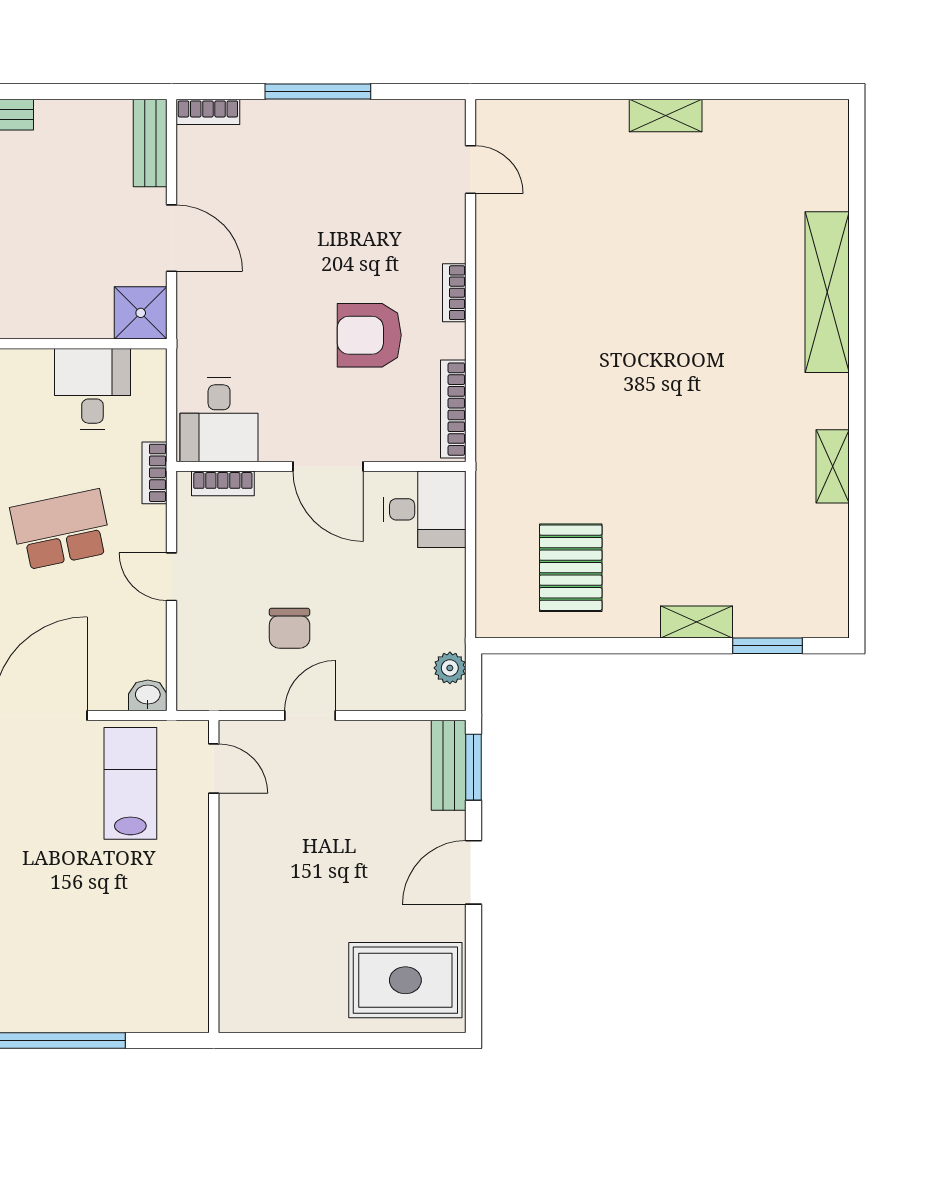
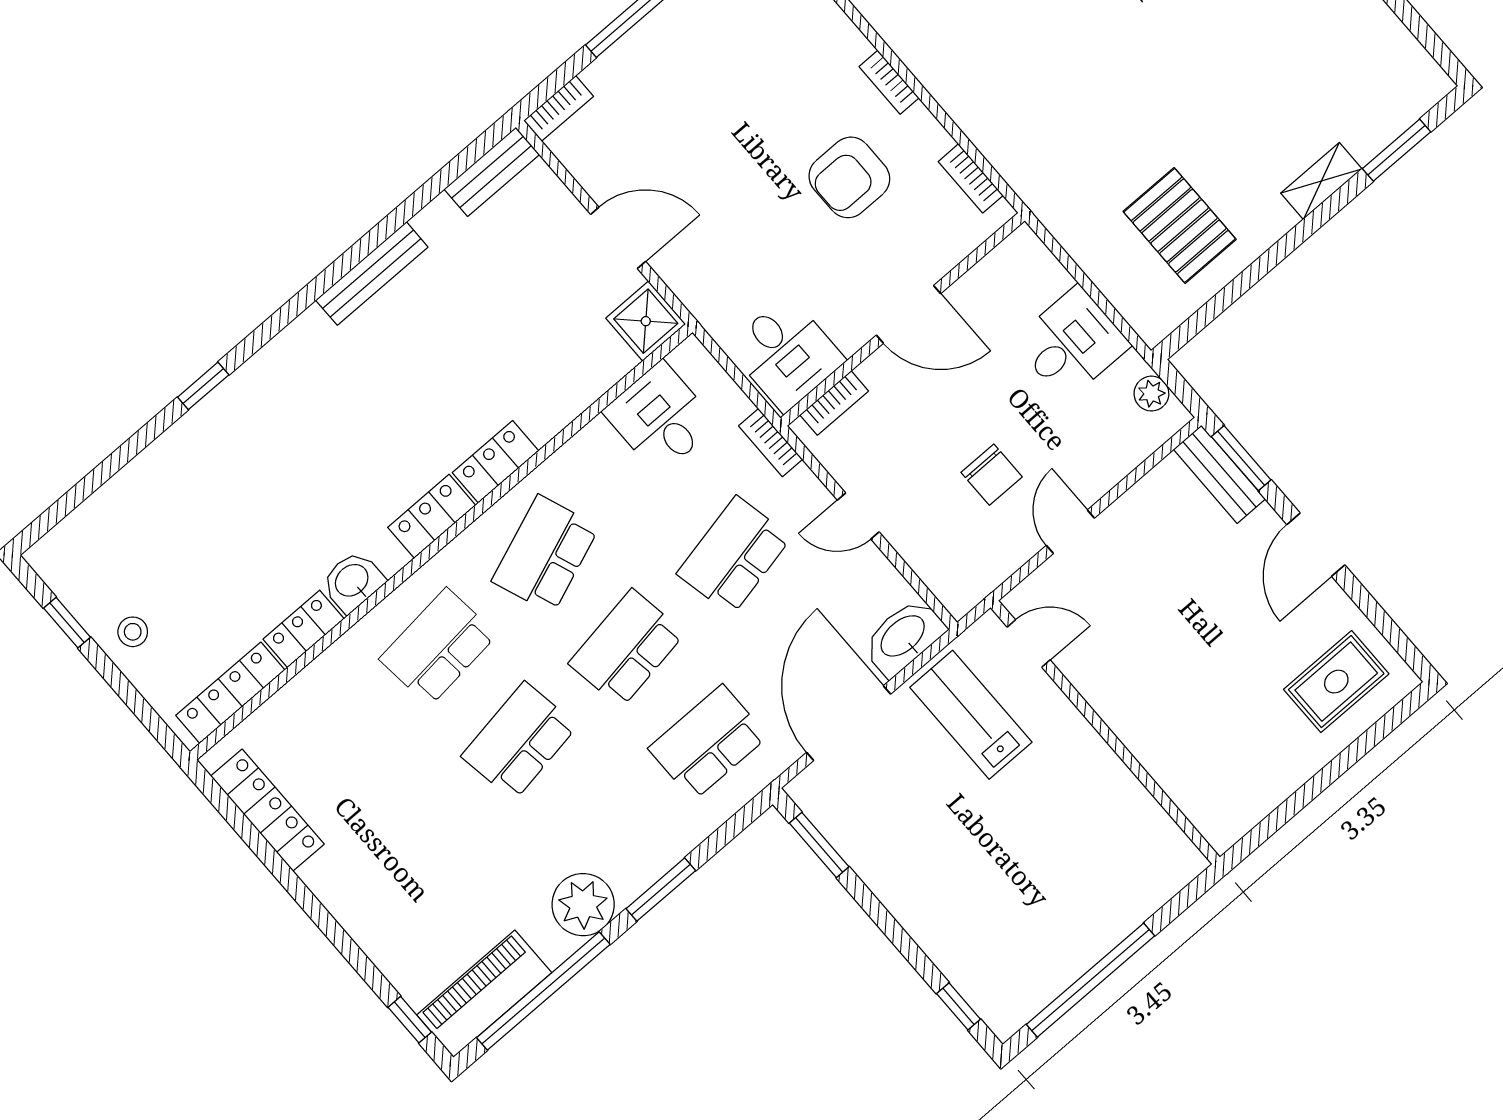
bench: (150, 143) -> (492, 172), moved, turned 90
bookcase: (453, 409) -> (971, 178), width x0.64
desk: (424, 509) -> (1072, 343), moved
washbasin: (148, 695) -> (904, 637), width x1.91, depth x1.45
rug: (405, 980) -> (1336, 682), width x0.73, depth x0.70

